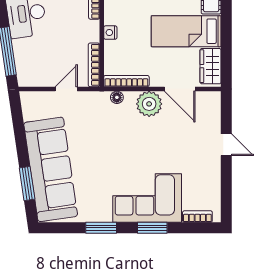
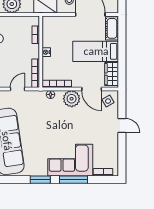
side table: (205, 107) -> (108, 101), added
window: (152, 228) -> (74, 180), width x1.44

